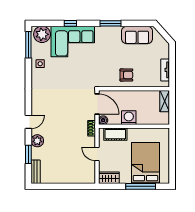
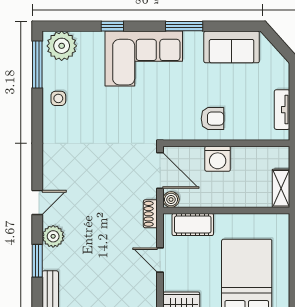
corner sofa: (73, 41) -> (144, 59), moved
shelving: (165, 101) -> (281, 188), moved
washing machine: (129, 118) -> (218, 159), moved, turned 180

